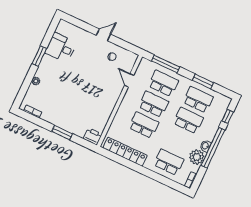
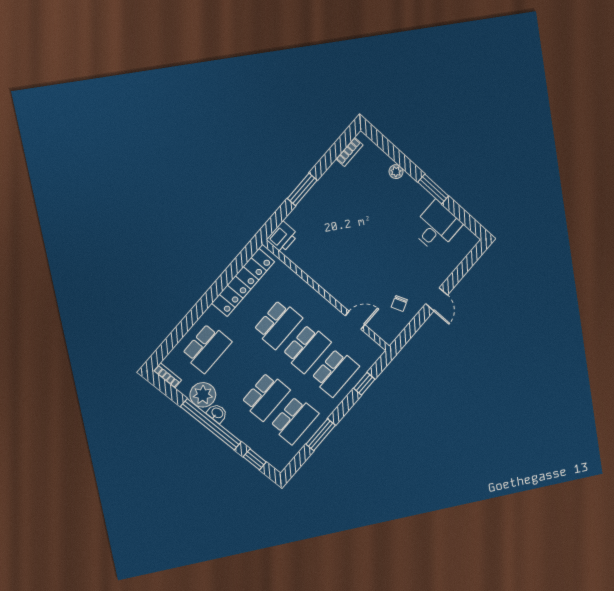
window: (166, 64) -> (364, 384), width x0.46

